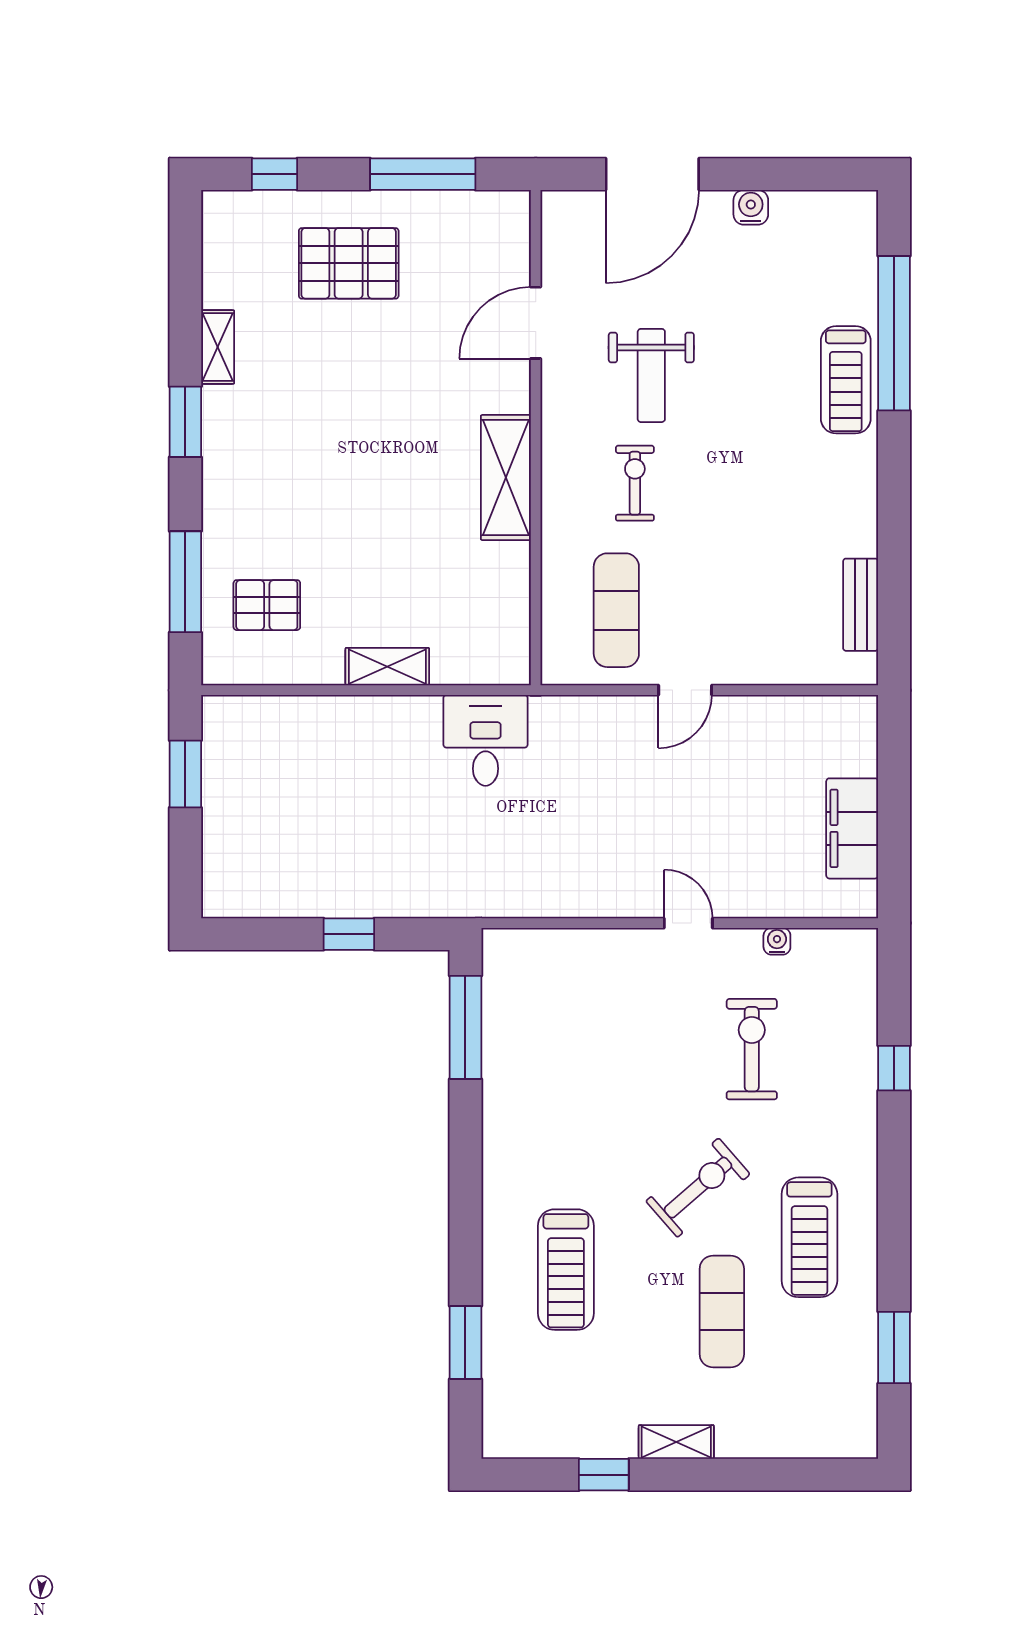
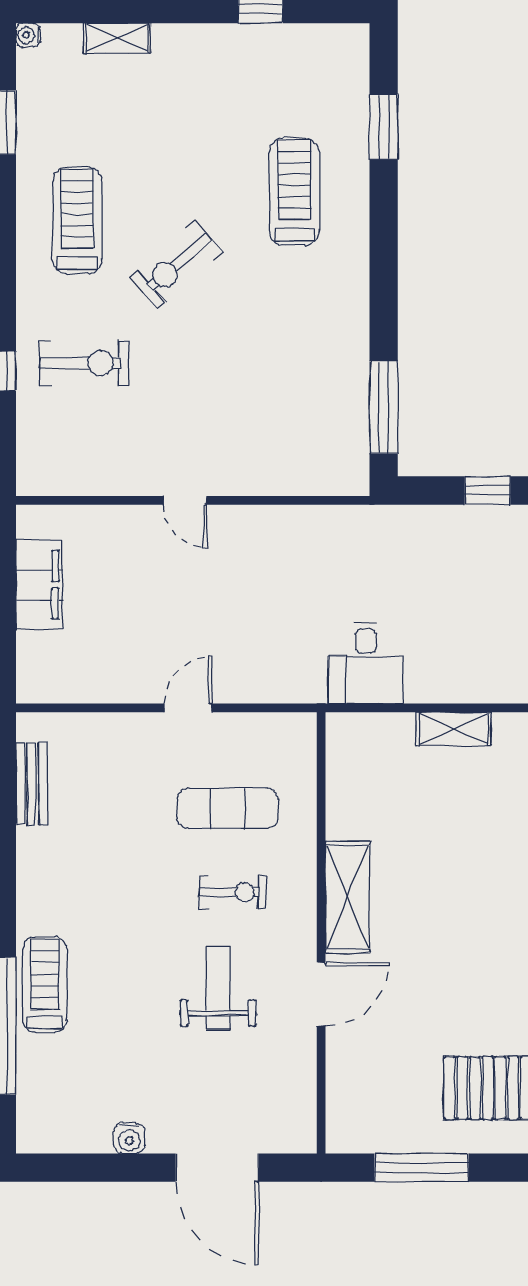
door: (652, 174) -> (217, 1168), swing flipped
door: (536, 323) -> (321, 994), moved
exercise bike: (635, 483) -> (233, 892), turned -90
exercise mat: (616, 610) -> (227, 808), moved, turned 90
water cooler: (777, 941) -> (28, 35), moved, turned 90
exercise bike: (752, 1049) -> (84, 363), moved, turned -90
exercise mat: (722, 1312) -> (155, 154), removed
shelving: (676, 1442) -> (117, 38), moved

